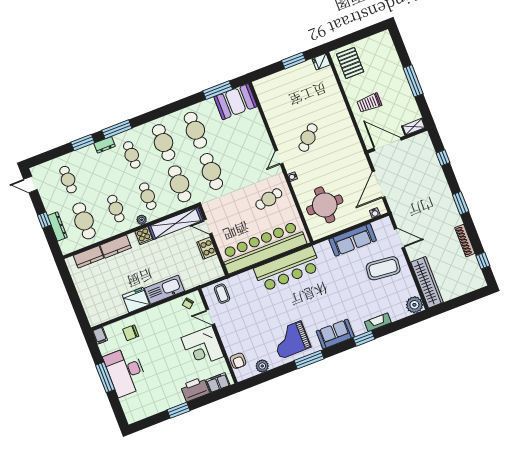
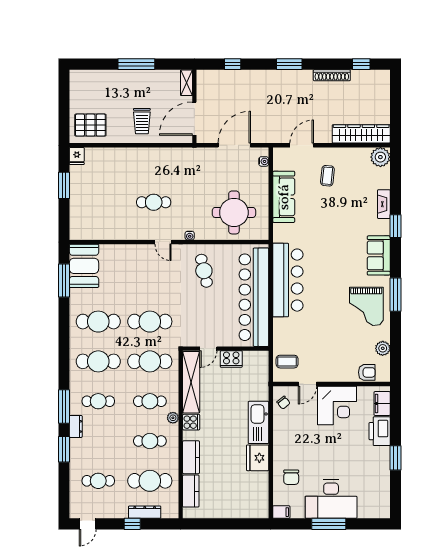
cafe table: (308, 138) -> (154, 202), turned -45
door: (379, 184) -> (234, 145), swing flipped
coffee table: (383, 268) -> (327, 176), width x0.54, depth x0.58

